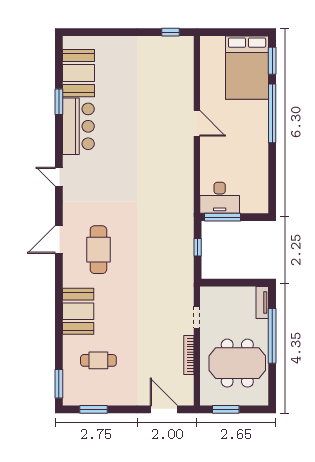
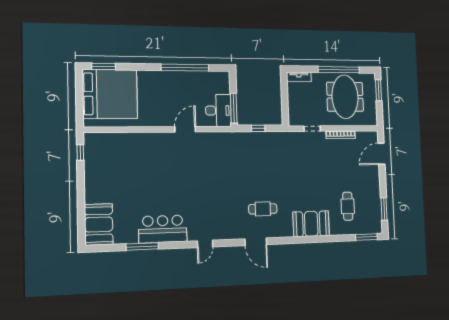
bed: (247, 68) -> (110, 94), width x1.36
booth: (79, 73) -> (99, 224), moved, turned 90
window: (59, 102) -> (142, 246), width x1.44
window: (272, 113) -> (185, 68), moved
door: (197, 123) -> (185, 129), moved
cafe table: (98, 250) -> (263, 209), width x0.73, depth x0.74
window: (272, 336) -> (339, 70), moved
window: (226, 409) -> (379, 90), moved

